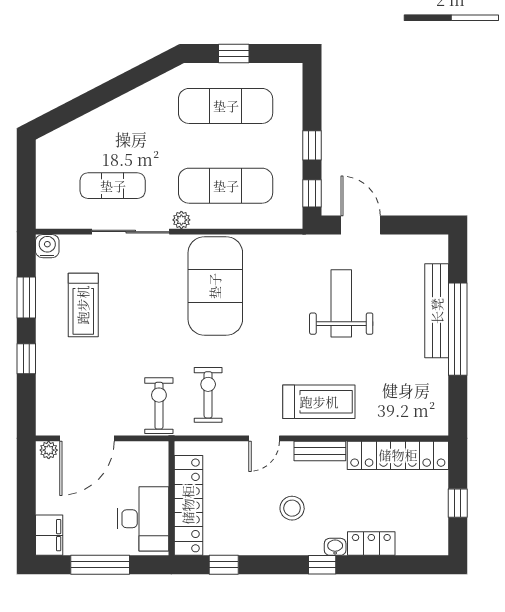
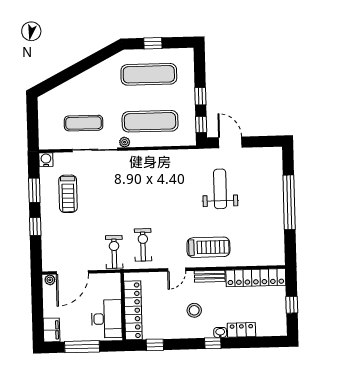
exercise mat: (215, 286) -> (146, 181), removed
bench: (437, 311) -> (276, 192), removed

